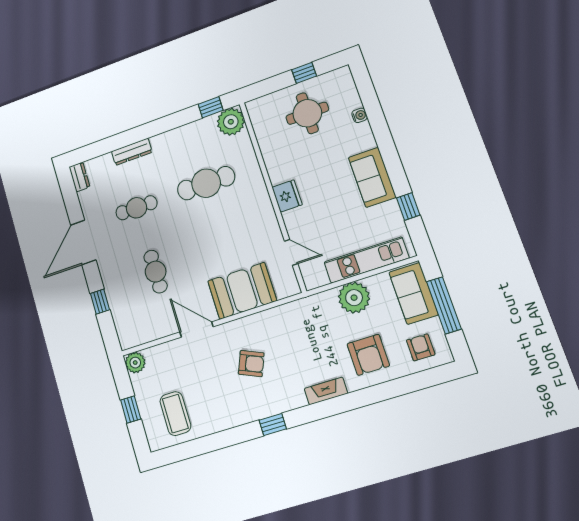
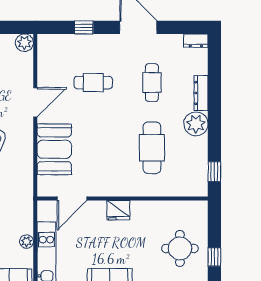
plant: (231, 122) -> (196, 124), moved
door: (291, 252) -> (72, 198), width x1.38
plant: (354, 298) -> (27, 242), width x0.53, depth x0.53

